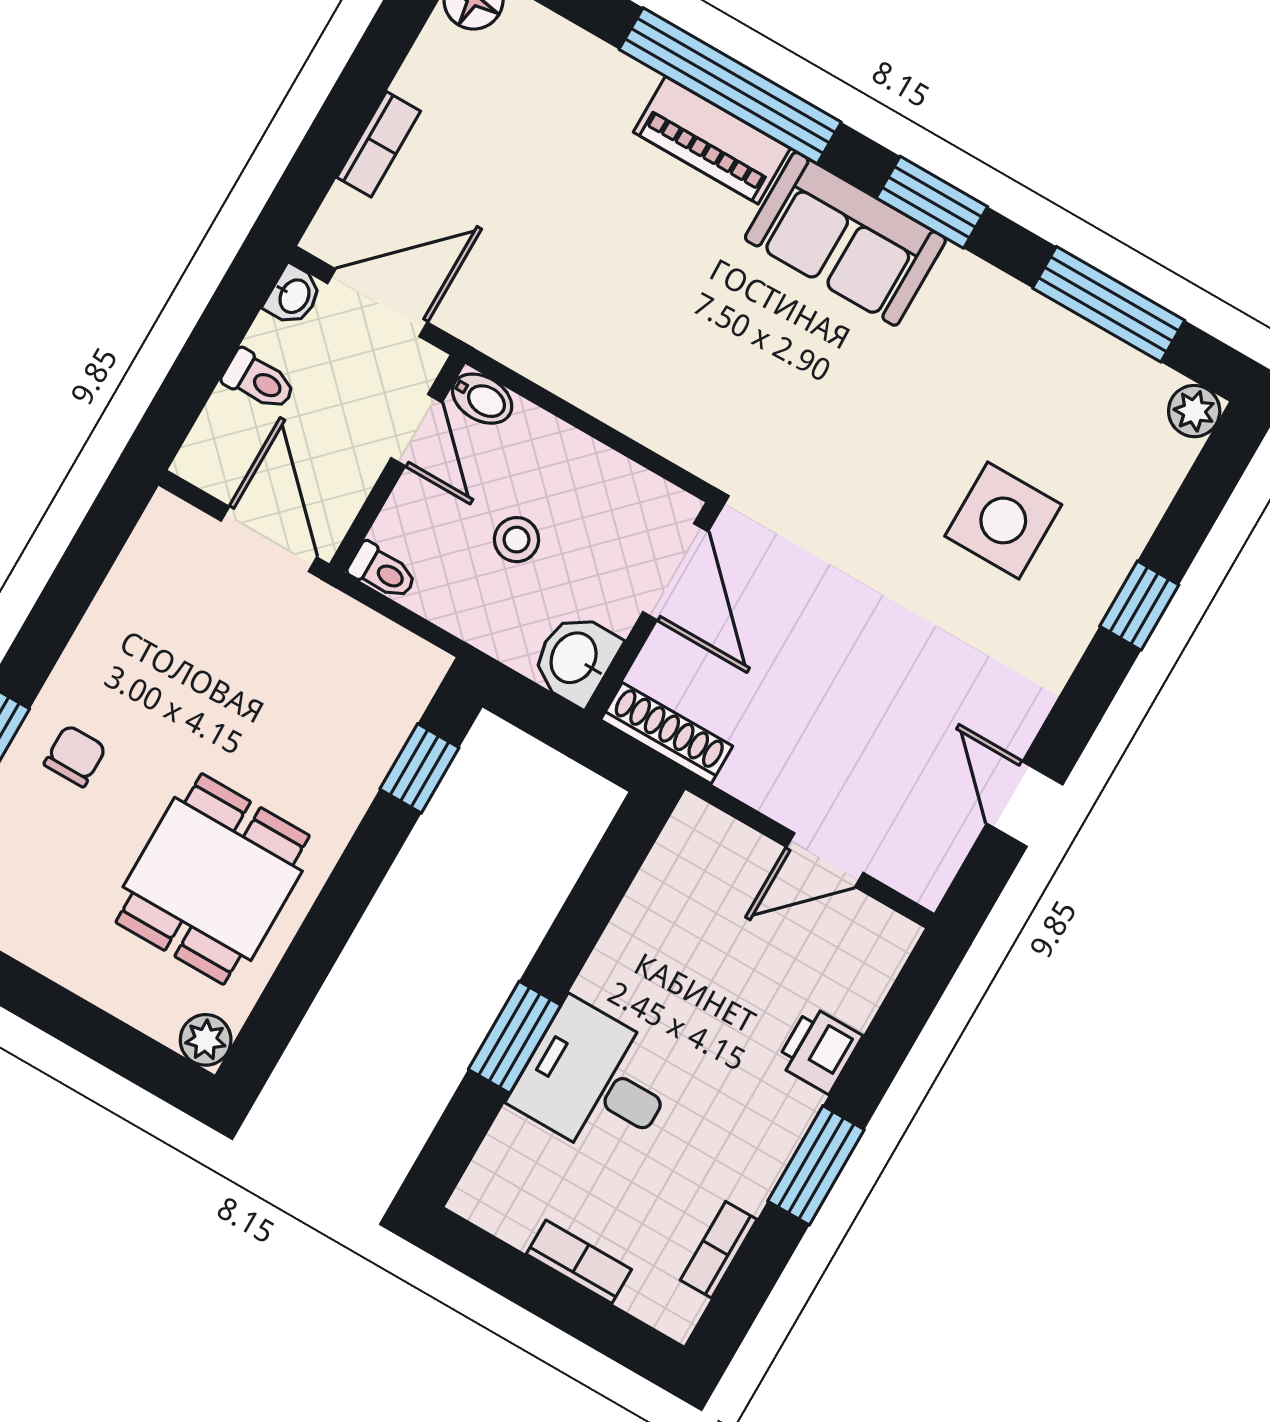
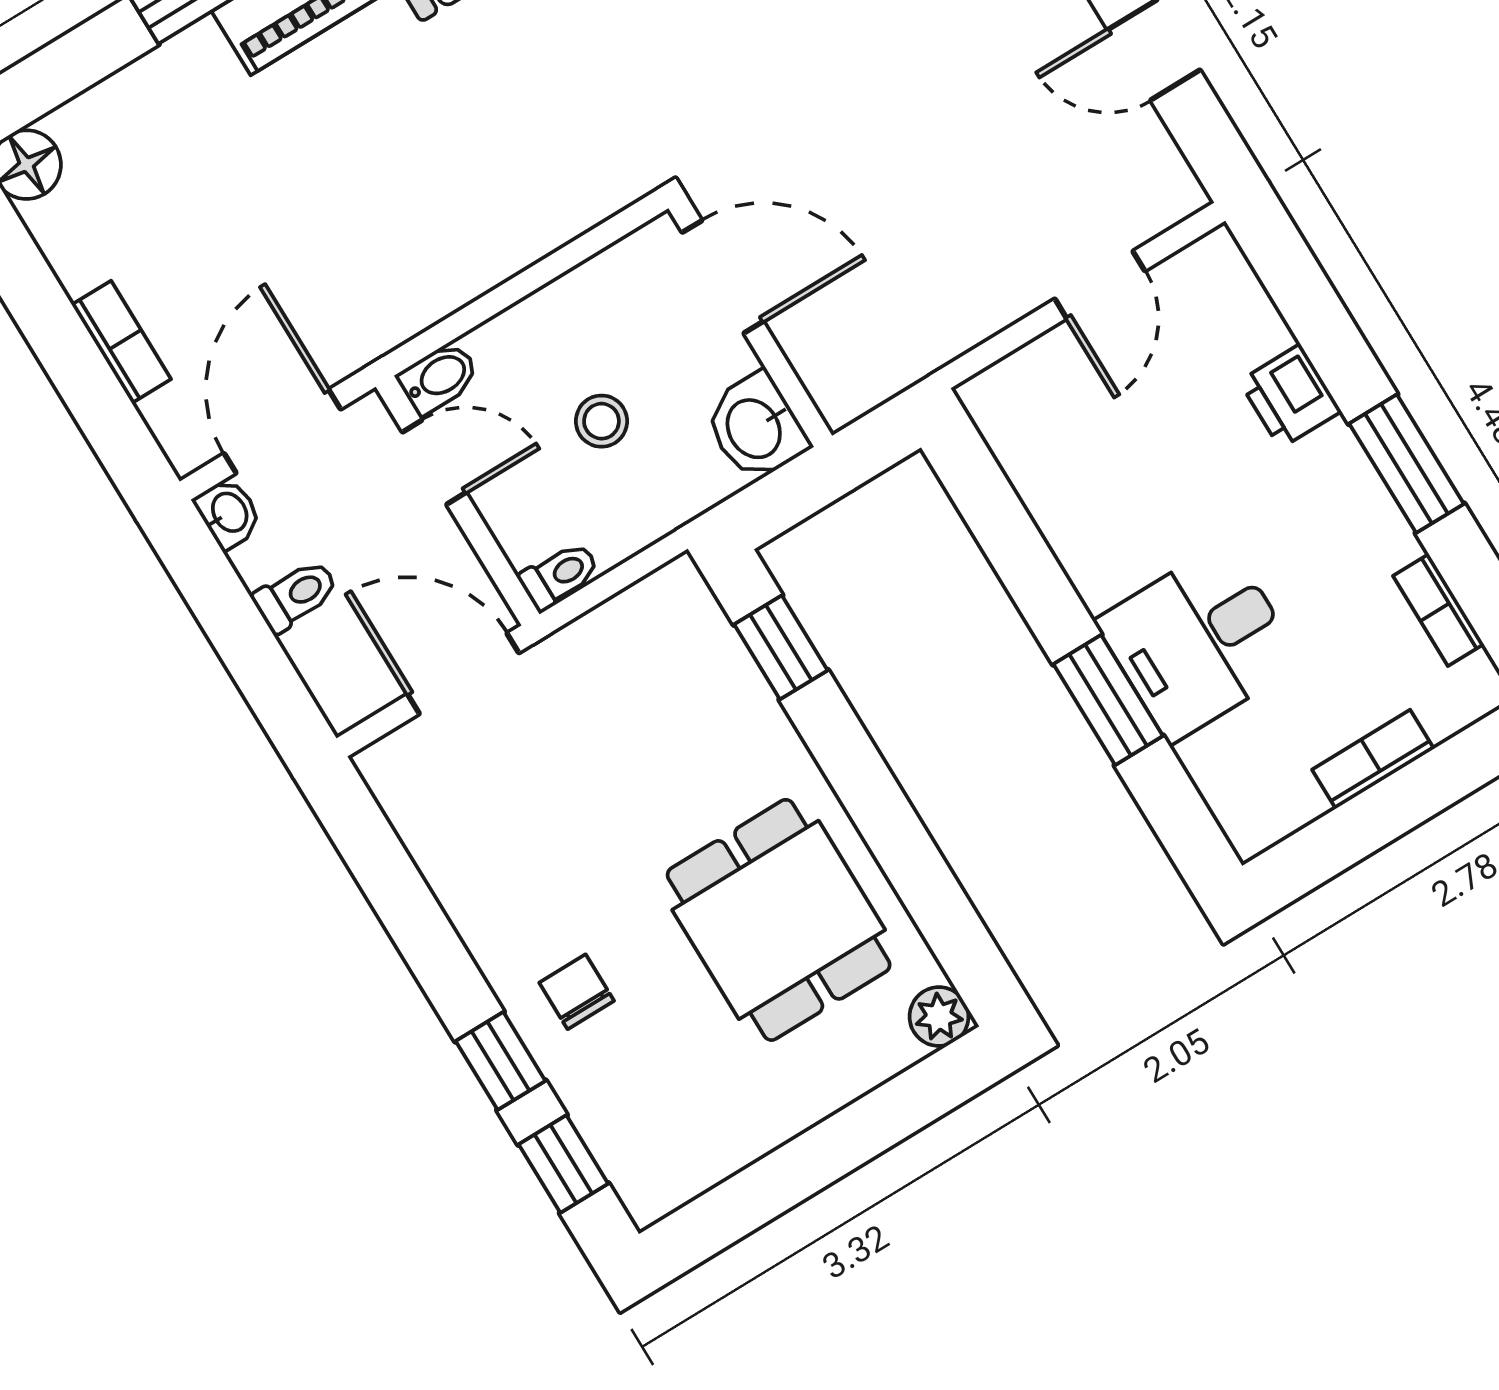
shoe rack: (667, 733) -> (882, 376), removed

